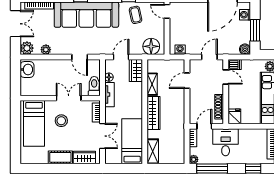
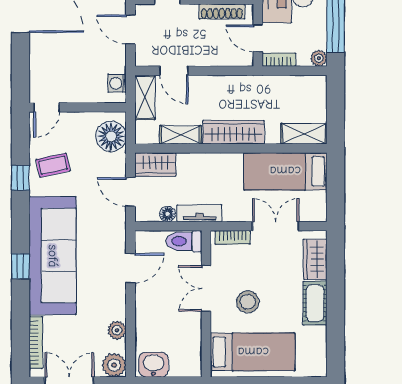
shelving: (172, 65) -> (145, 97), added

